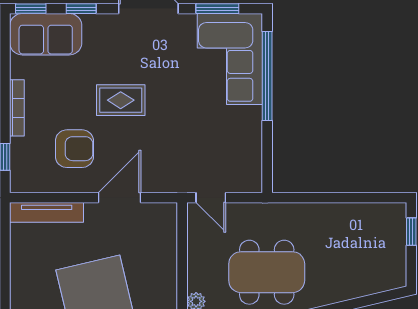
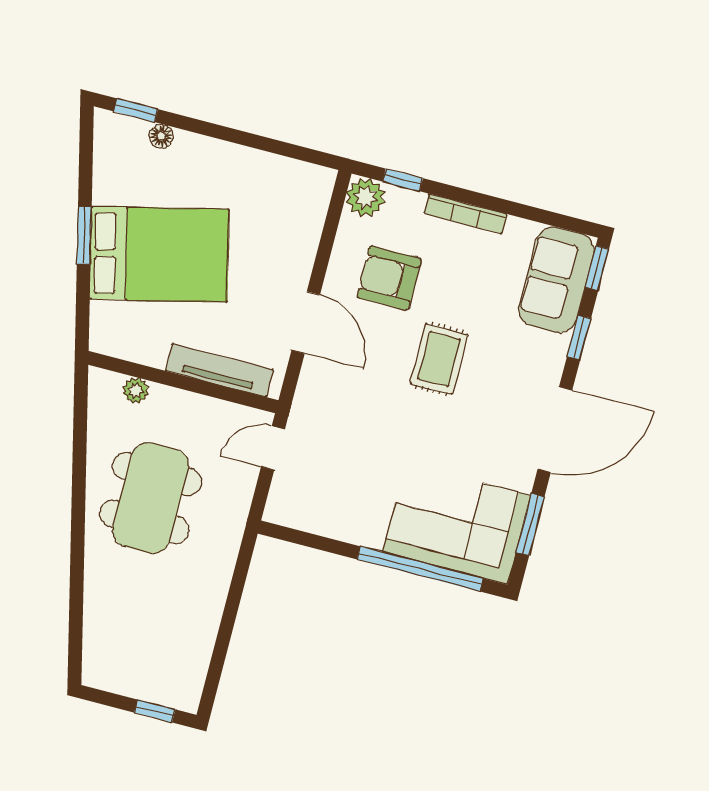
armchair: (74, 149) -> (389, 278), turned 90
plant: (24, 179) -> (366, 197), added
tv unit: (47, 212) -> (219, 370), moved, turned 90

